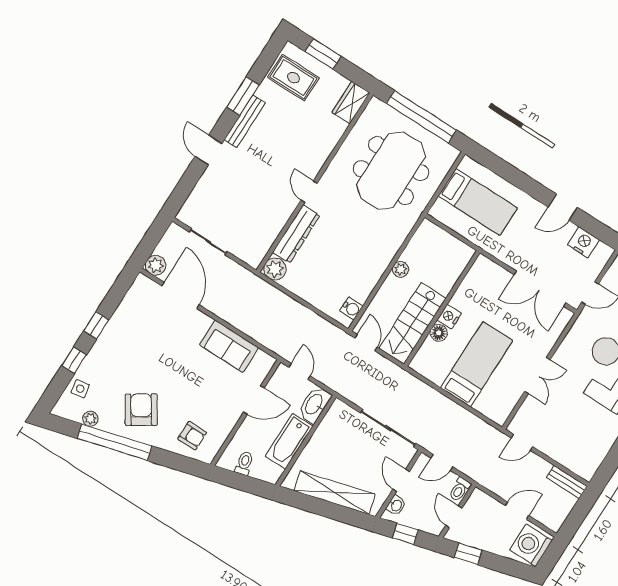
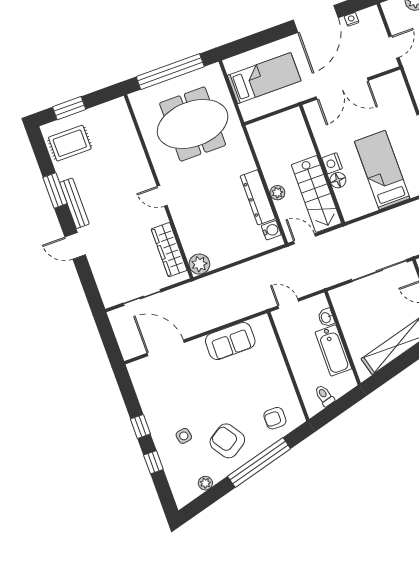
wardrobe: (351, 103) -> (169, 250), moved, width x1.50
meeting table: (391, 171) -> (193, 124), turned 90
door: (563, 207) -> (316, 19), width x1.88
dresser: (296, 234) -> (258, 197), moved, turned 180
nightstand: (583, 242) -> (351, 19), width x0.53, depth x0.56
plant: (156, 265) -> (130, 349), removed
plant: (400, 269) -> (277, 193), moved
double door: (540, 289) -> (342, 89), moved
side table: (80, 389) -> (184, 436), moved
door: (254, 400) -> (283, 353), removed
washbasin: (314, 405) -> (326, 318), width x0.52, depth x0.69
armchair: (192, 436) -> (275, 418), turned 180
window: (115, 442) -> (259, 463), moved

